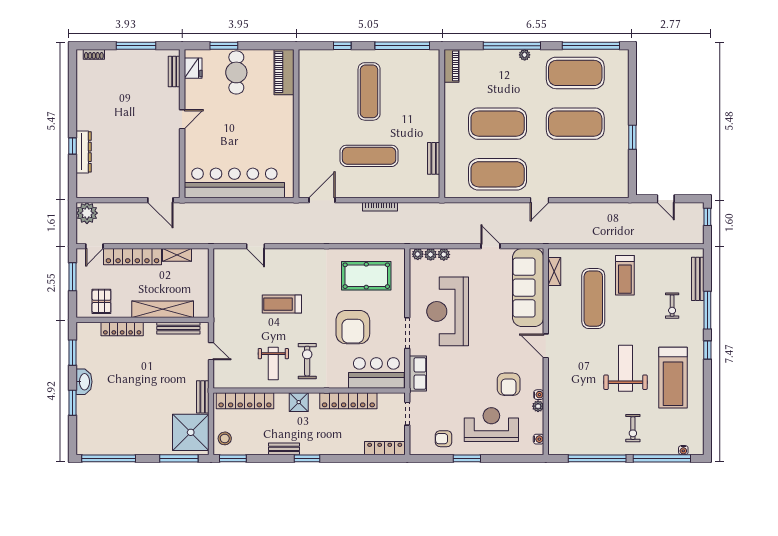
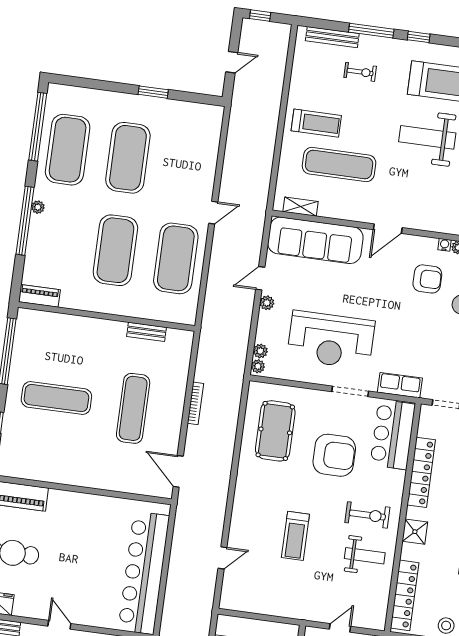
door: (539, 200) -> (213, 213), hinge flipped
plant: (444, 254) -> (267, 303), moved
exercise bike: (307, 361) -> (367, 515), turned 180

